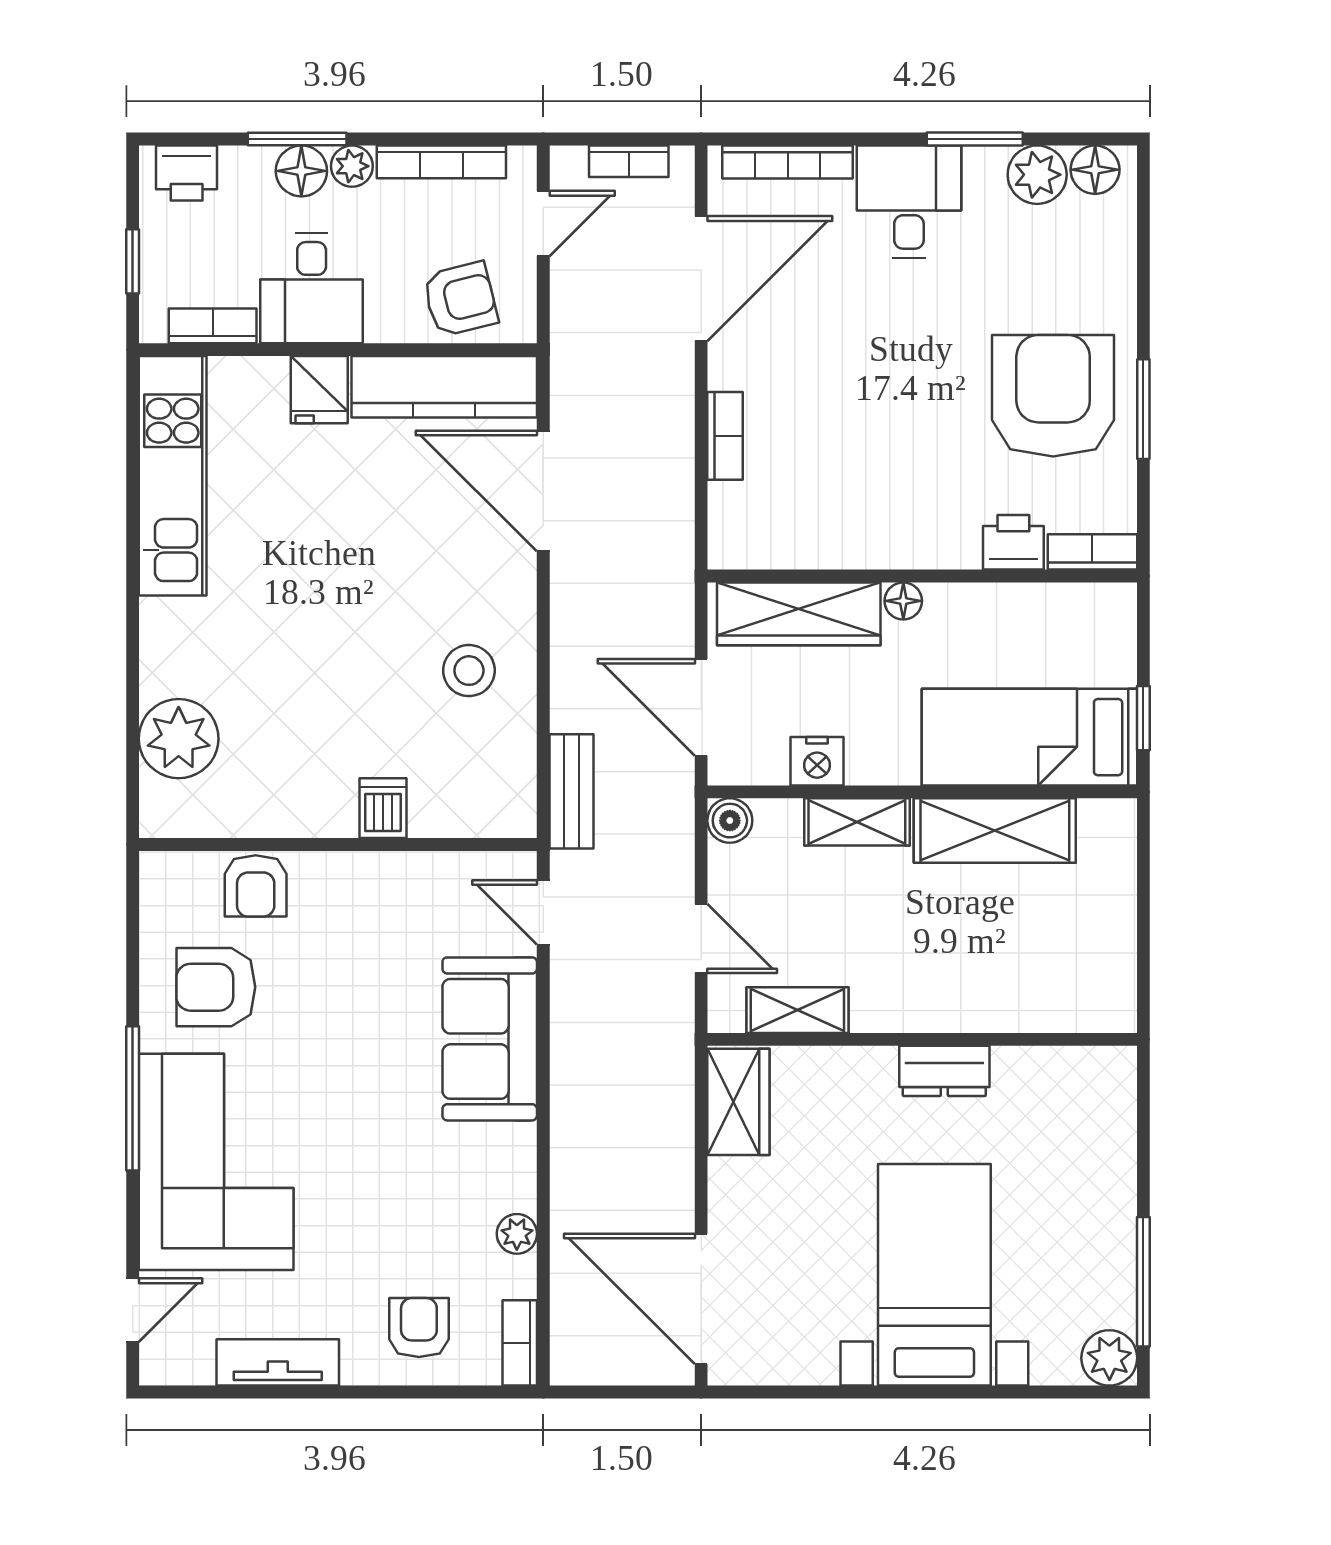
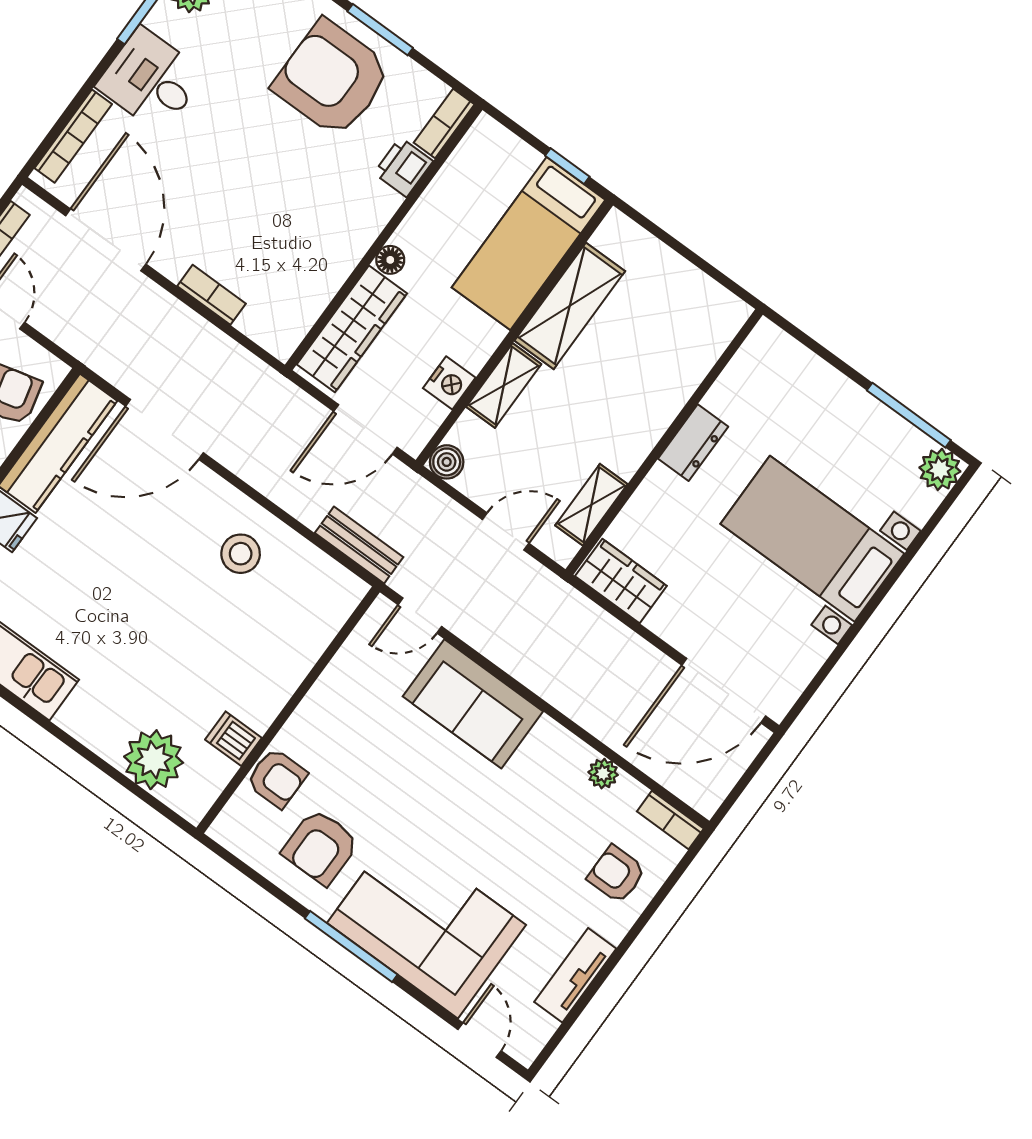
dishwasher: (383, 808) -> (233, 739), moved

